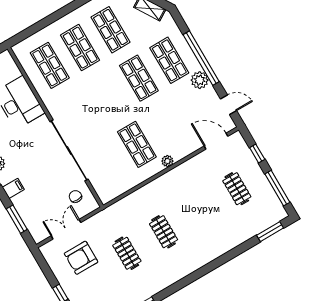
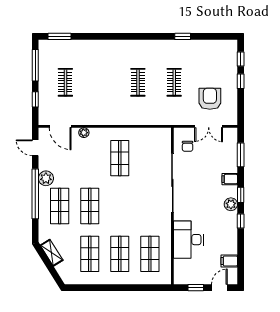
plant: (167, 161) -> (84, 133), moved
armchair: (81, 258) -> (210, 99), turned -90

